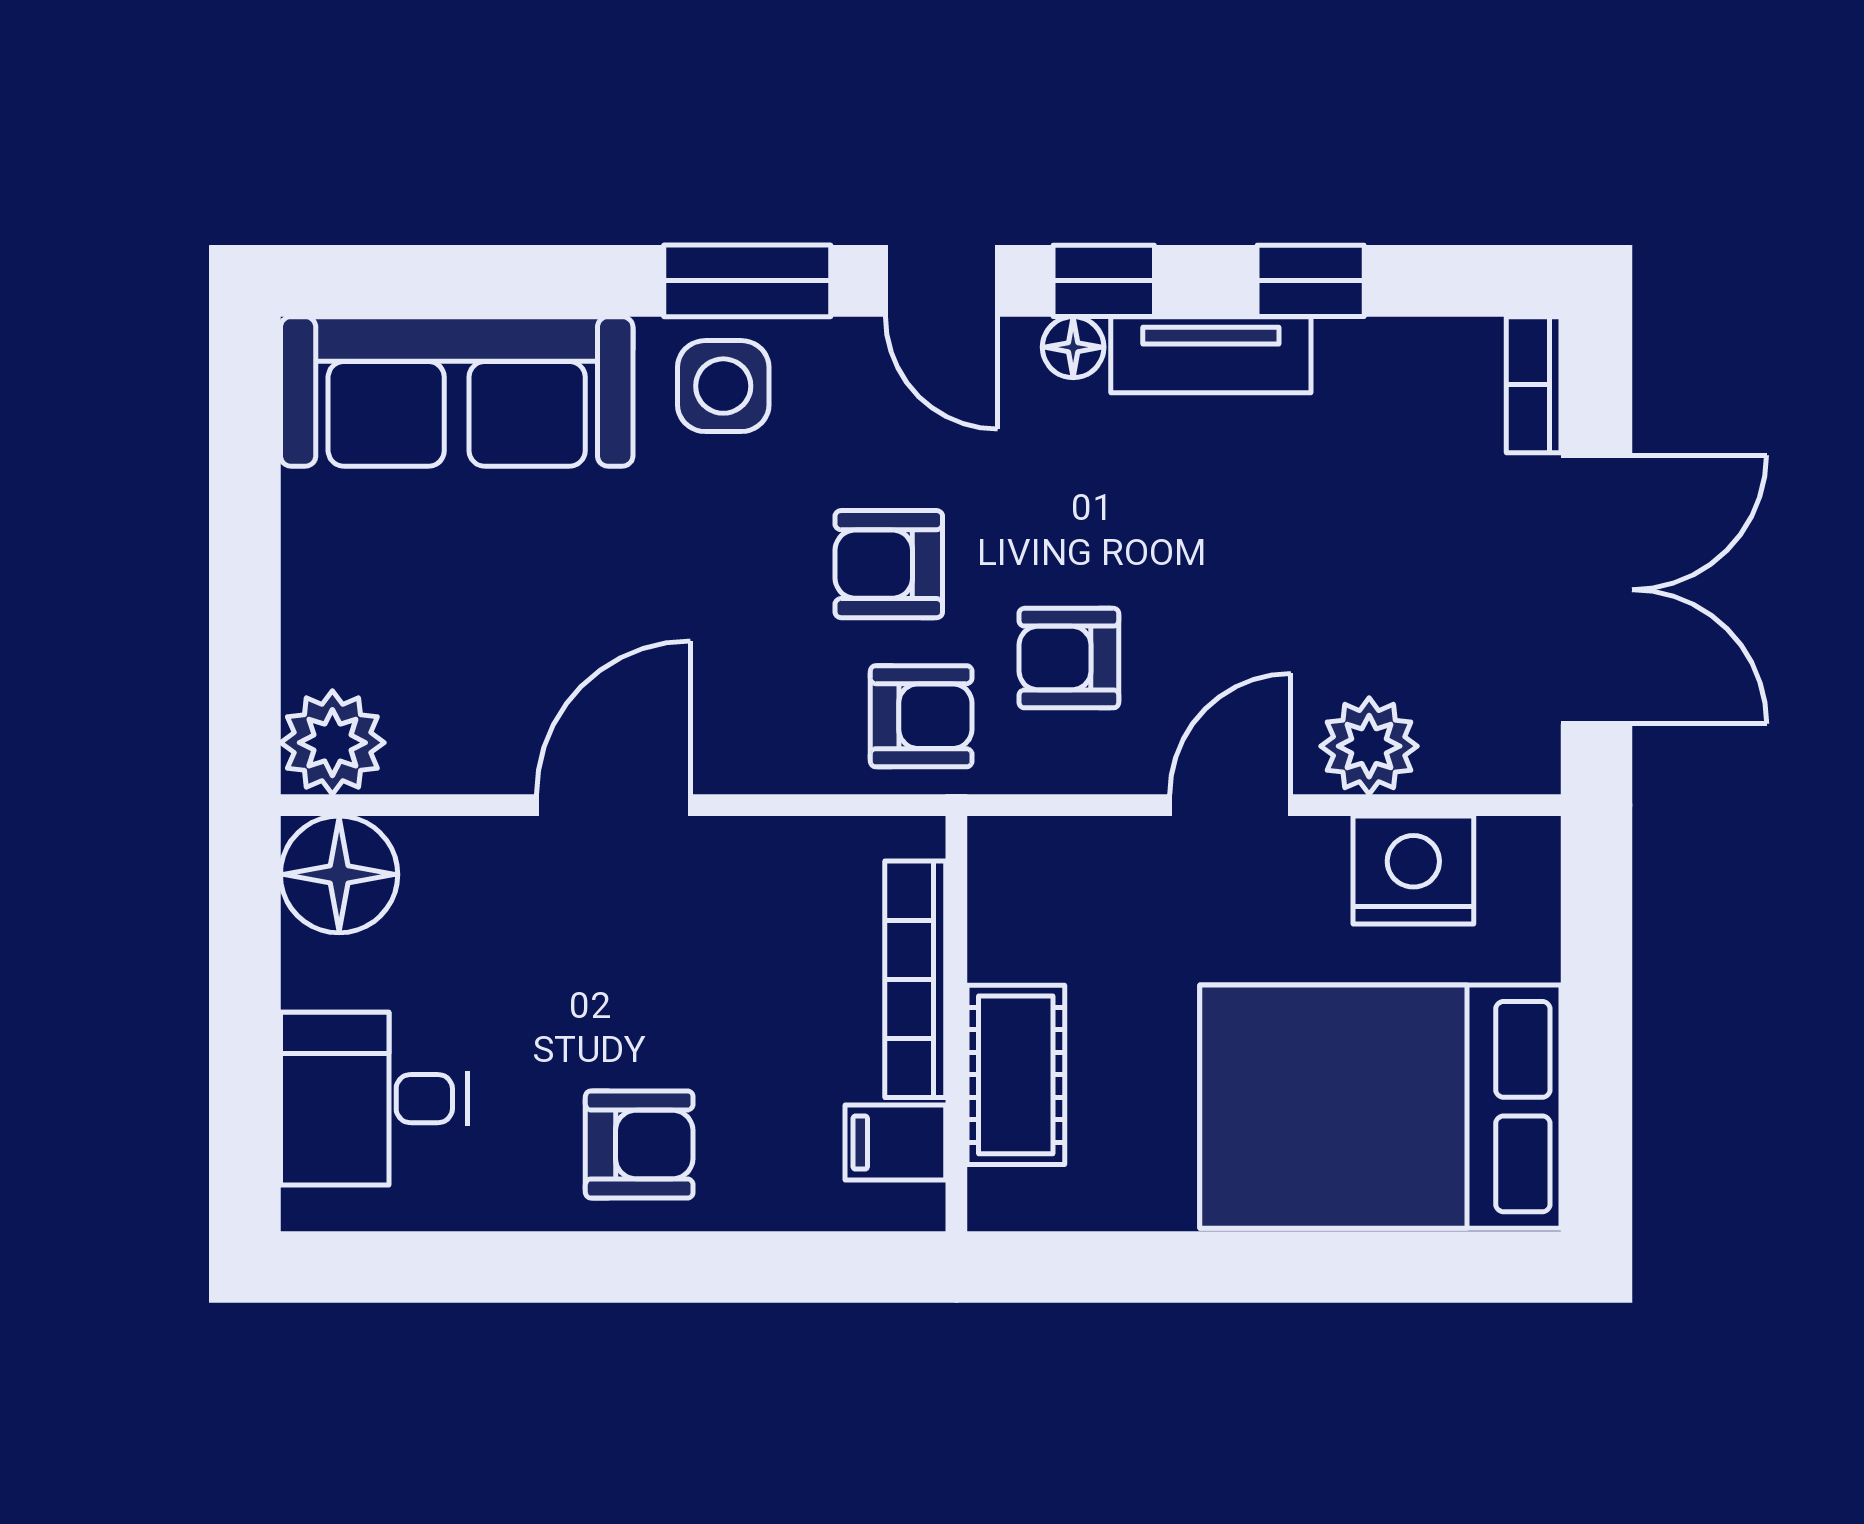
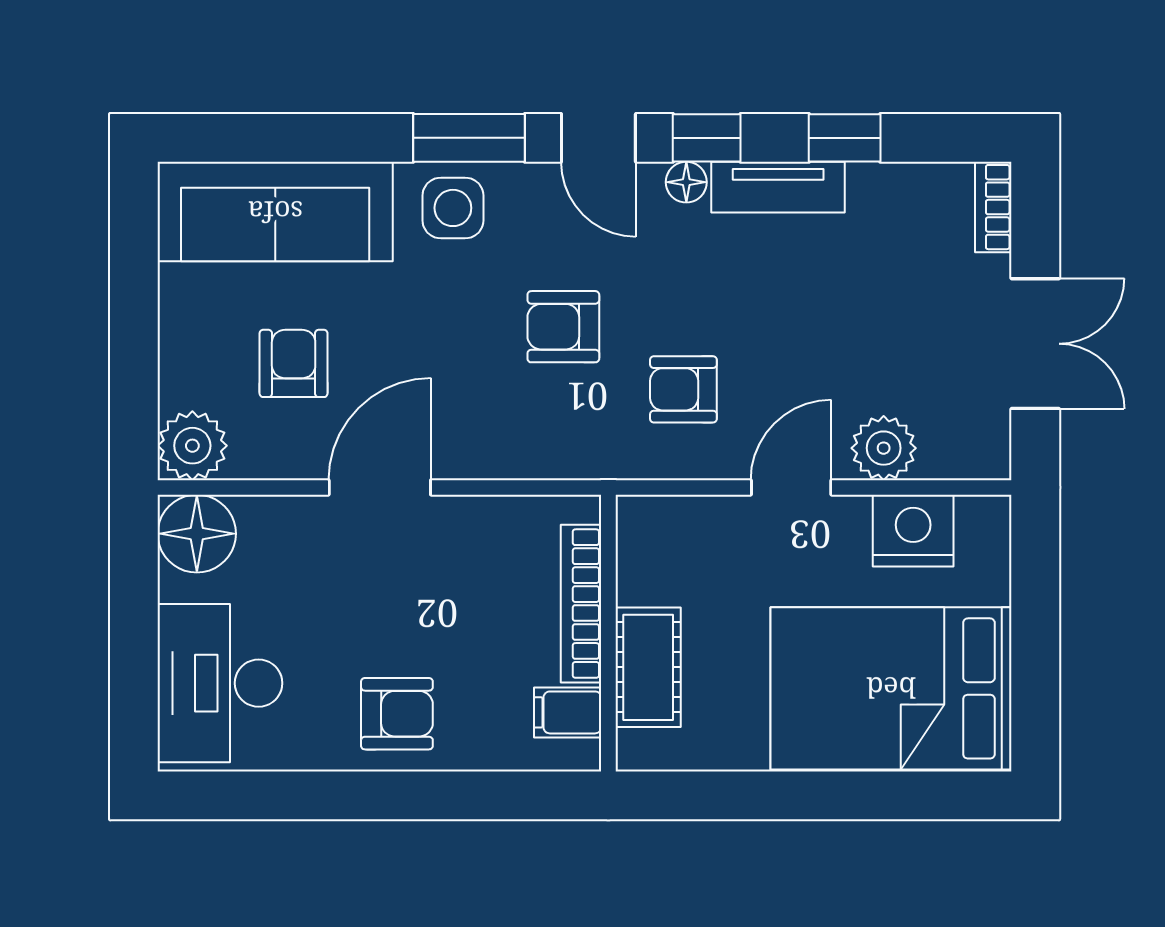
double door: (1596, 590) -> (1035, 344), width x0.73
armchair: (921, 716) -> (294, 363), moved, turned -90
desk: (374, 1099) -> (220, 683), width x1.37

